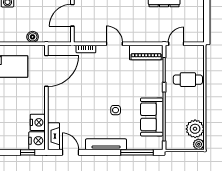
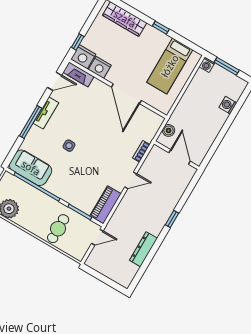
boiler: (33, 37) -> (169, 130), moved
door: (176, 44) -> (97, 237), hinge flipped
door: (46, 71) -> (126, 94), moved
sofa: (152, 117) -> (31, 168), moved
tv unit: (106, 144) -> (46, 113), width x0.71
window: (137, 152) -> (31, 122), moved

